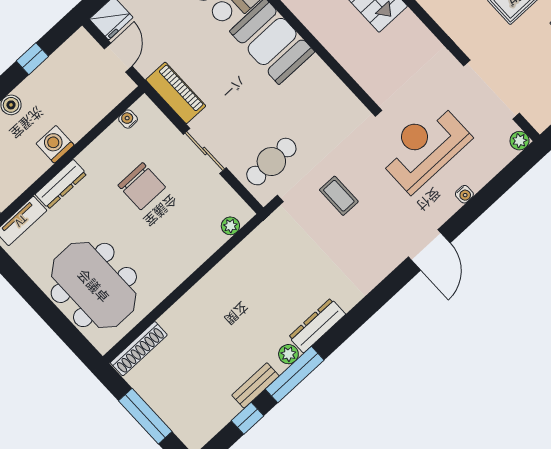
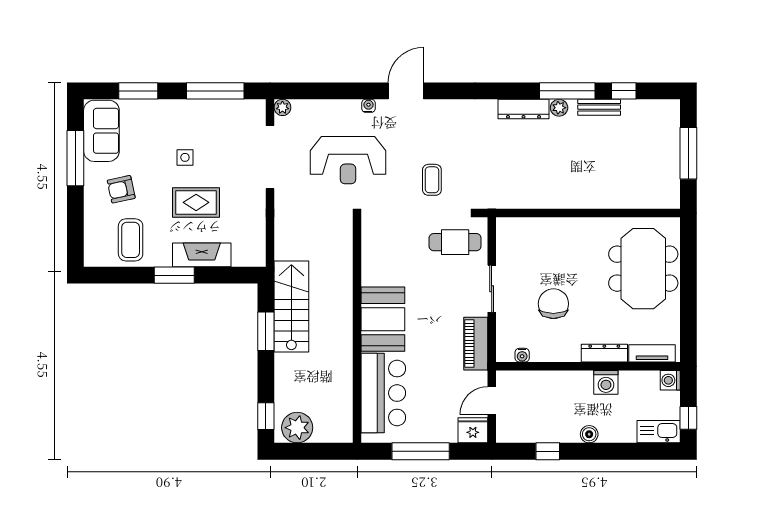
washing machine: (55, 144) -> (606, 382), moved
water cooler: (464, 194) -> (368, 106), moved
plant: (230, 226) -> (520, 225), removed
shoe rack: (139, 349) -> (652, 201), removed

